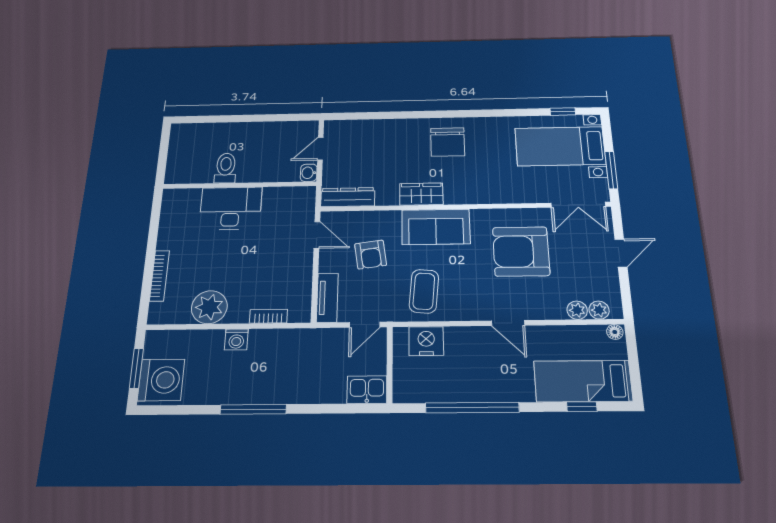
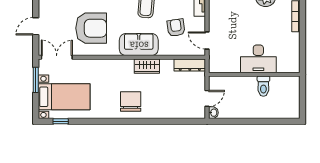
washbasin: (309, 173) -> (213, 113), moved

